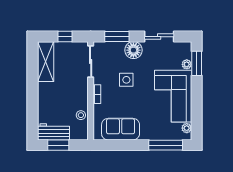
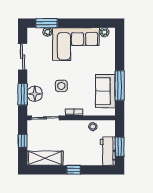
floor lamp: (133, 50) -> (35, 94), moved
window: (32, 94) -> (74, 170), added
window: (166, 145) -> (120, 86), moved

